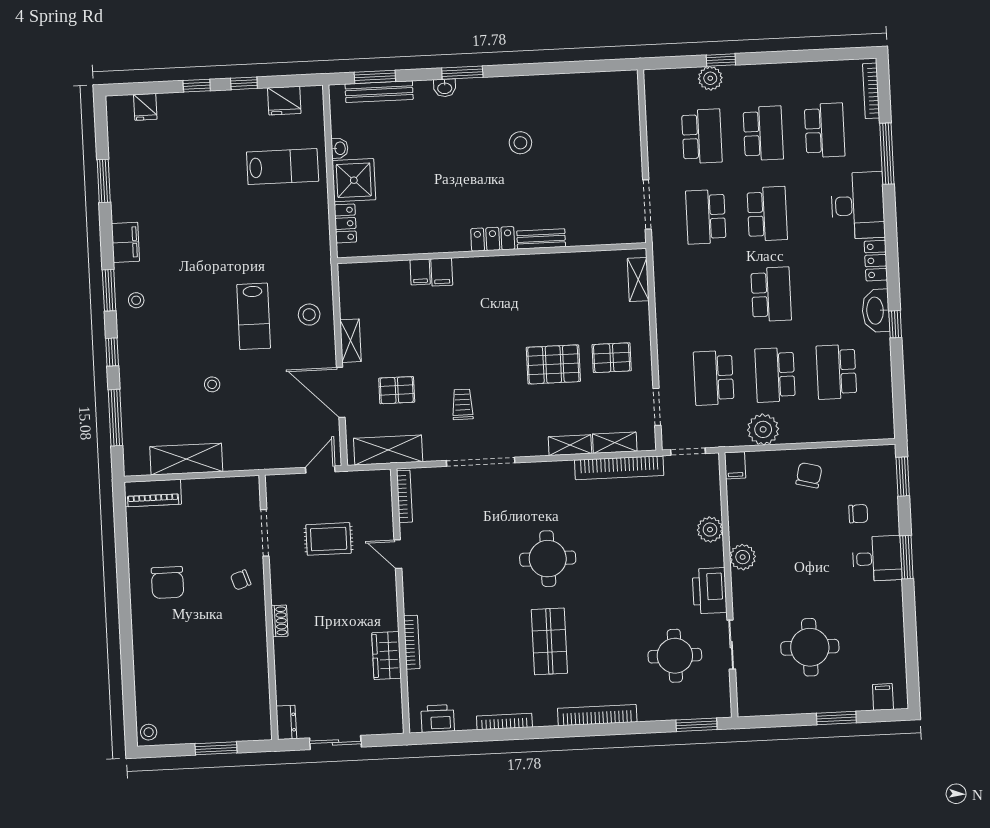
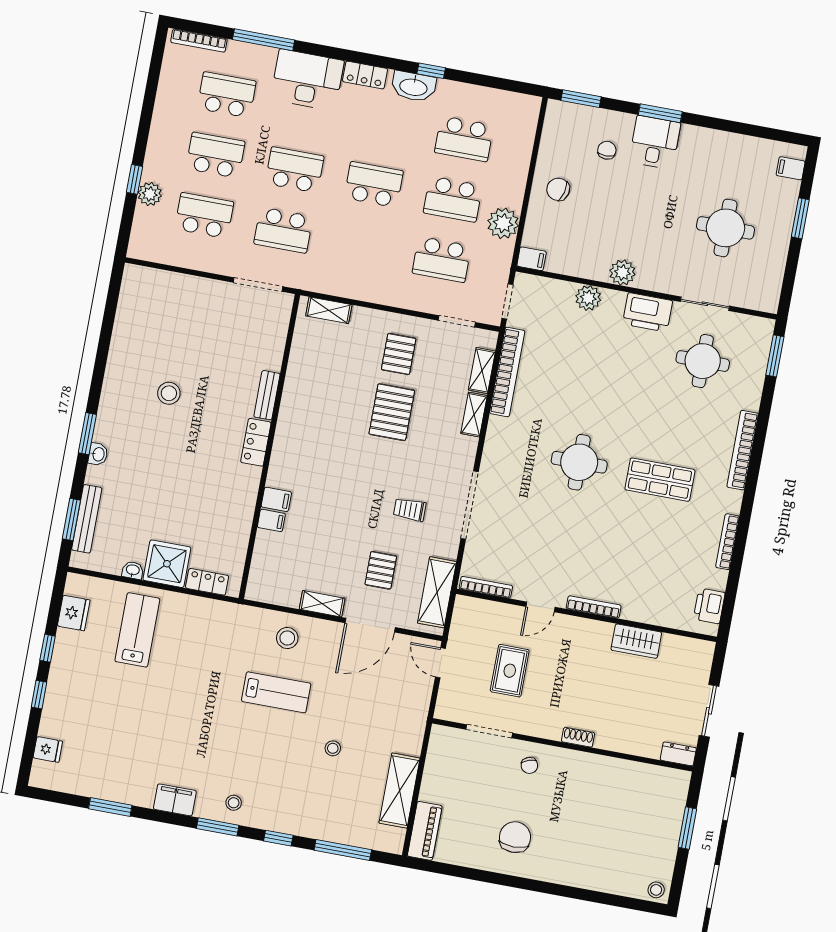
chair: (167, 582) -> (515, 837), turned -90
bookcase: (412, 642) -> (594, 607), moved

